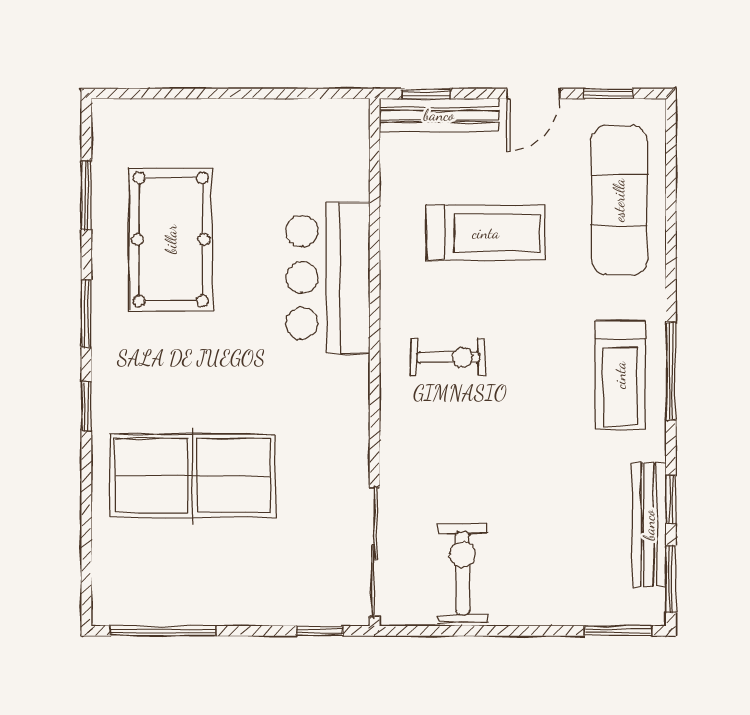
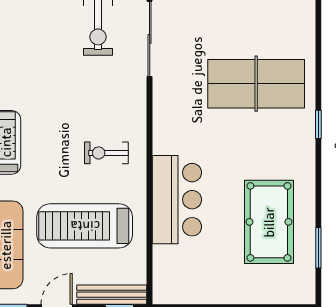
treadmill: (486, 233) -> (85, 226), width x1.37, depth x1.38
window: (86, 314) -> (318, 178), removed

